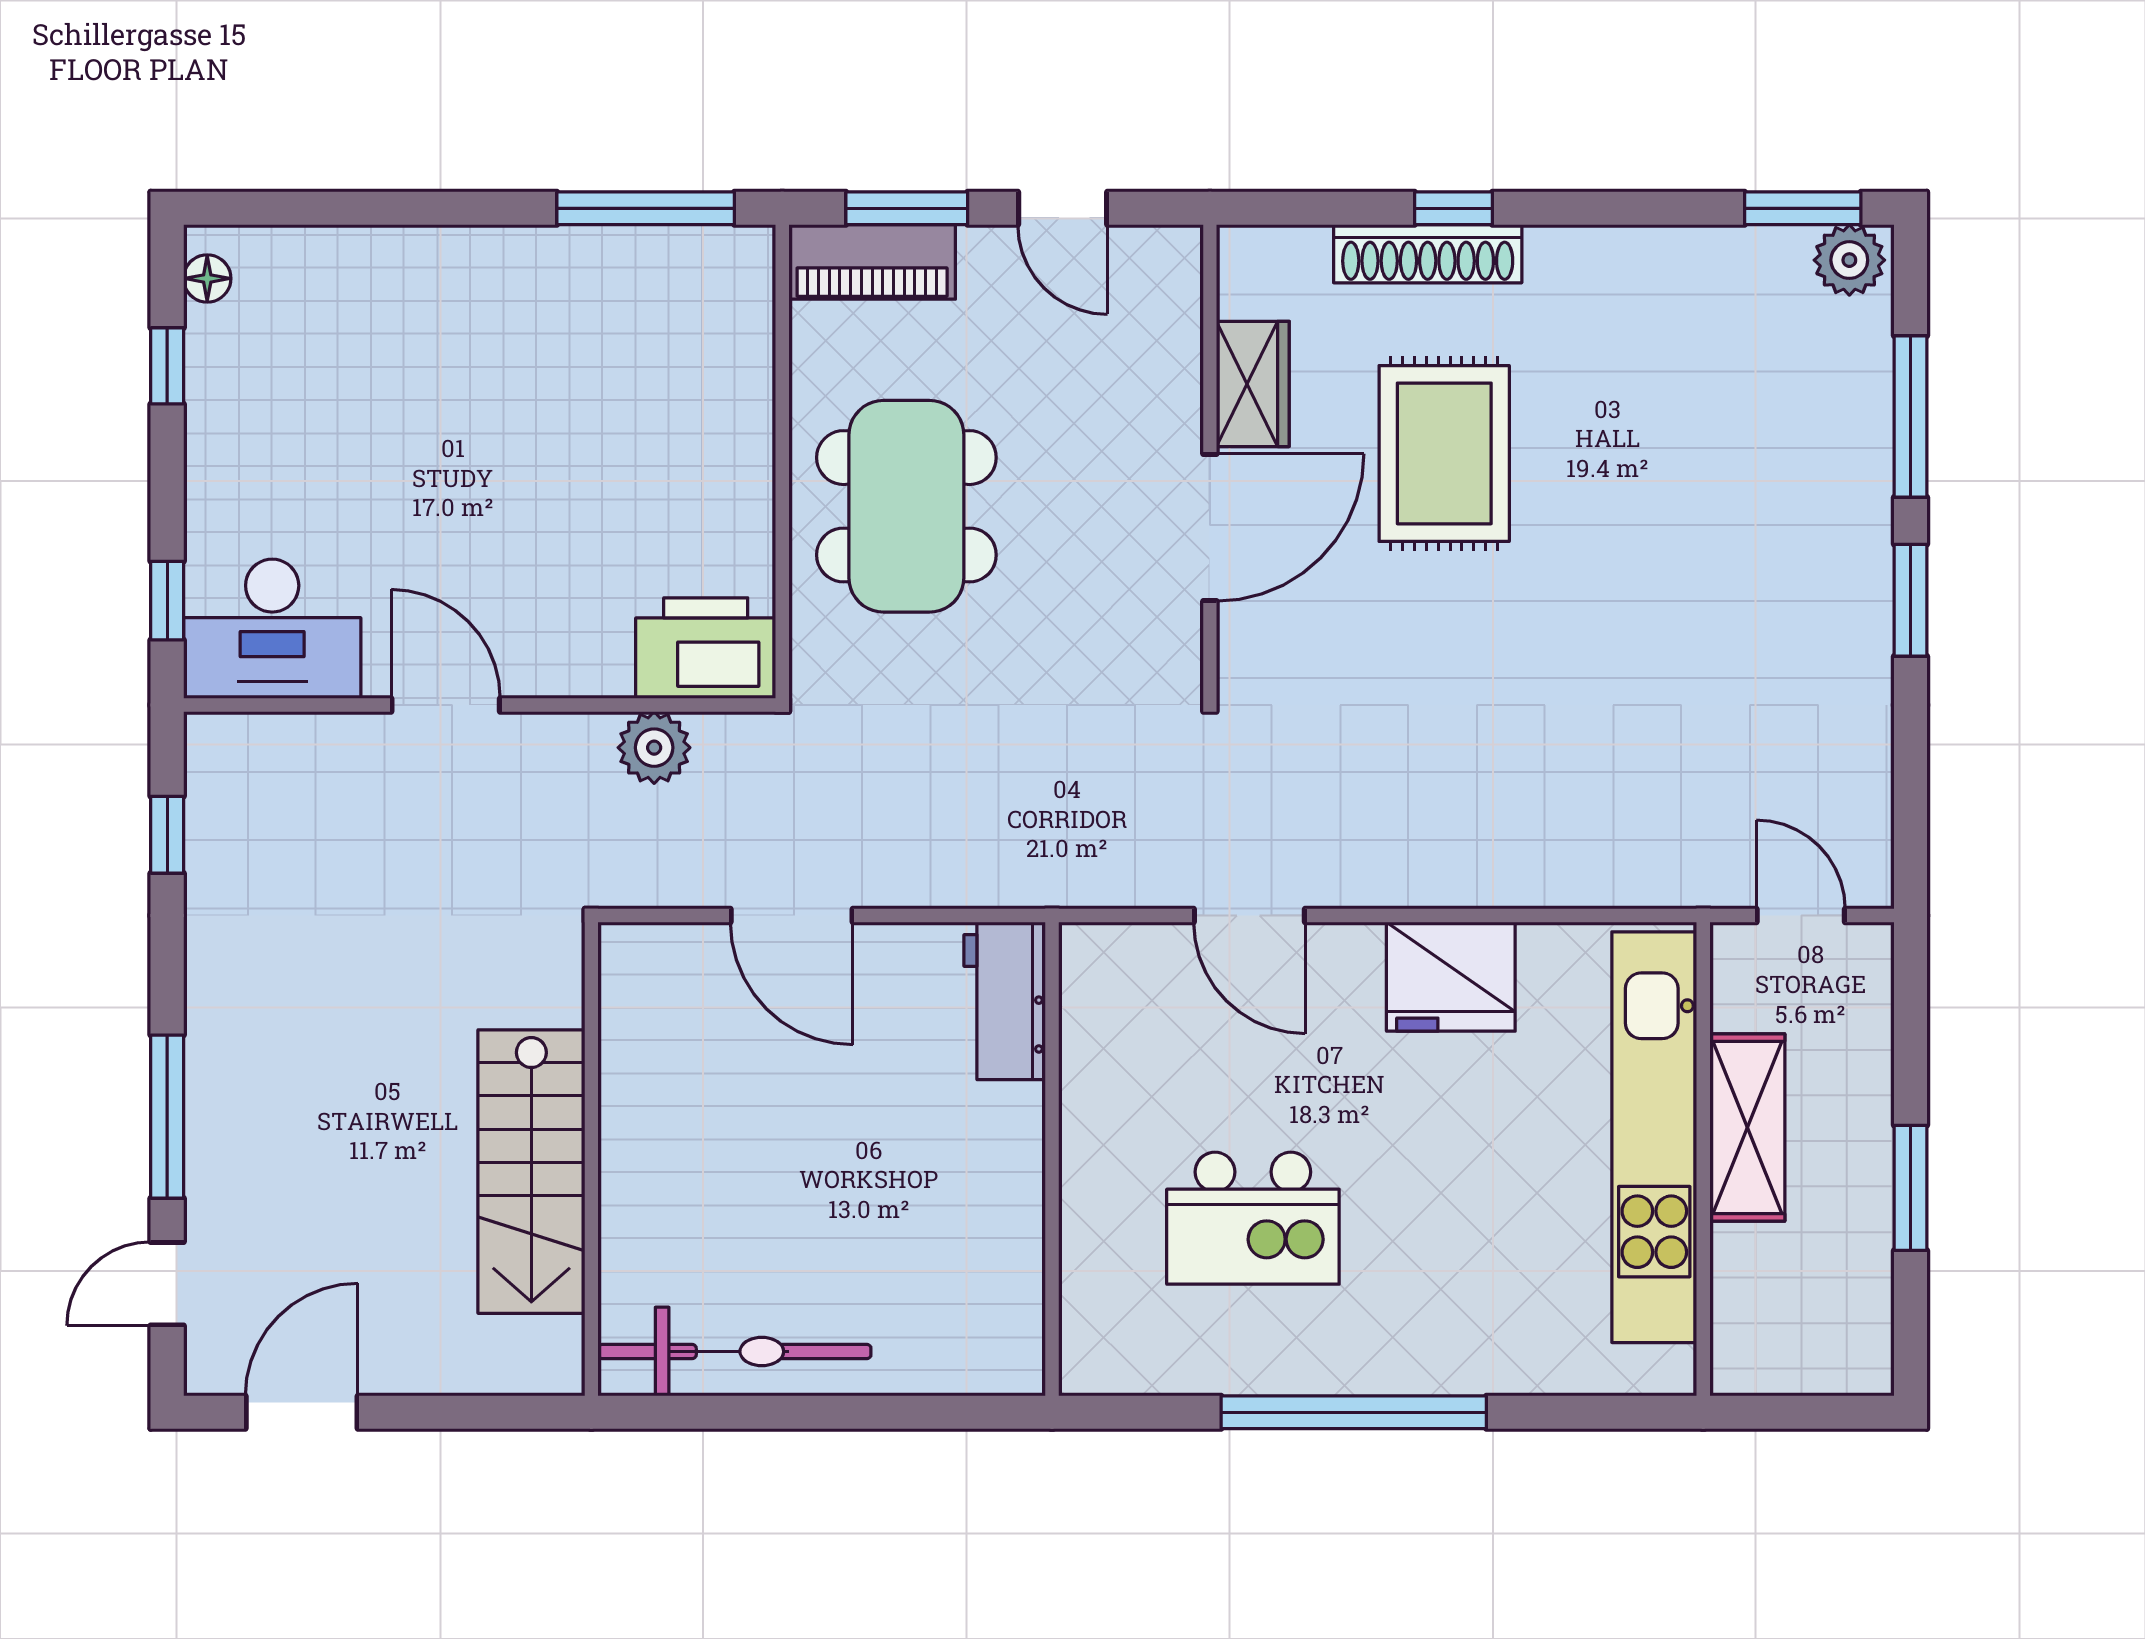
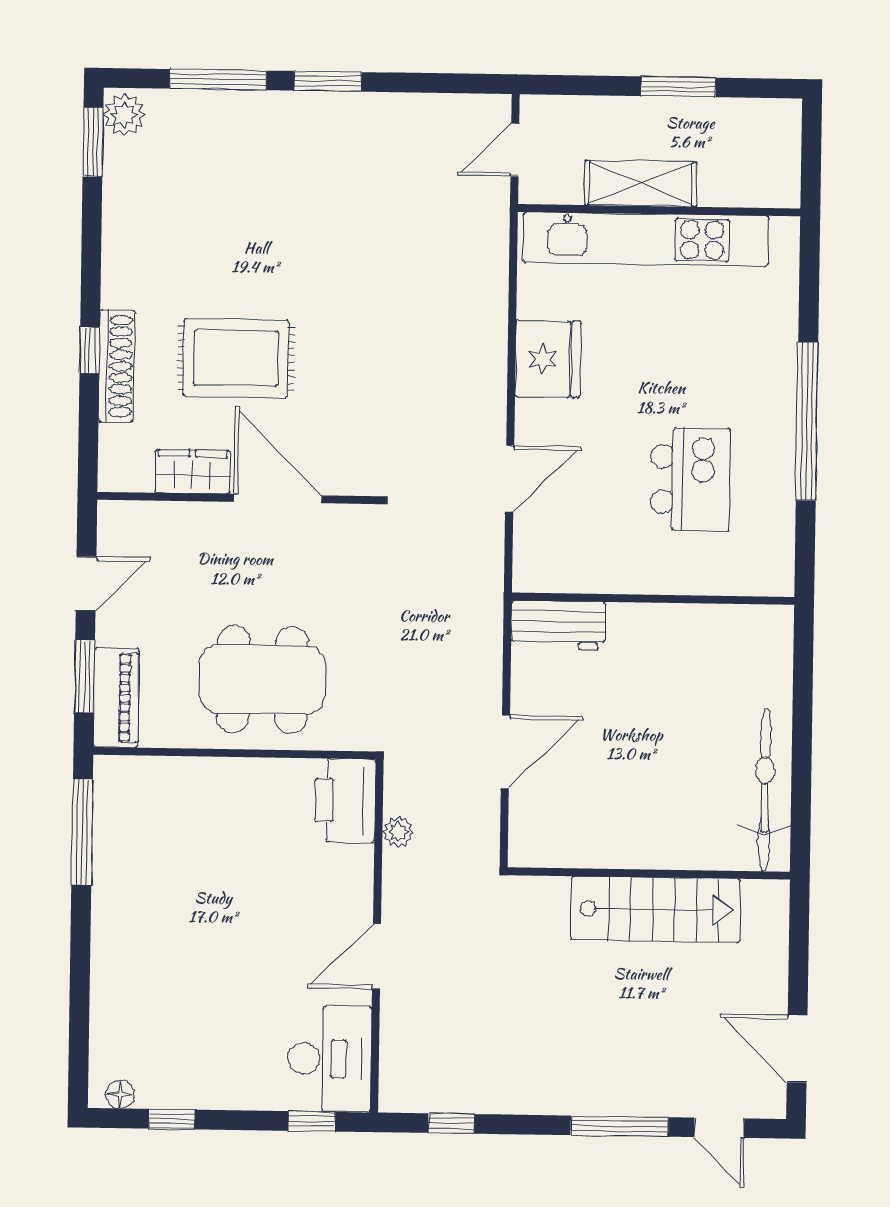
plant: (654, 748) -> (398, 832), width x0.73, depth x0.73

